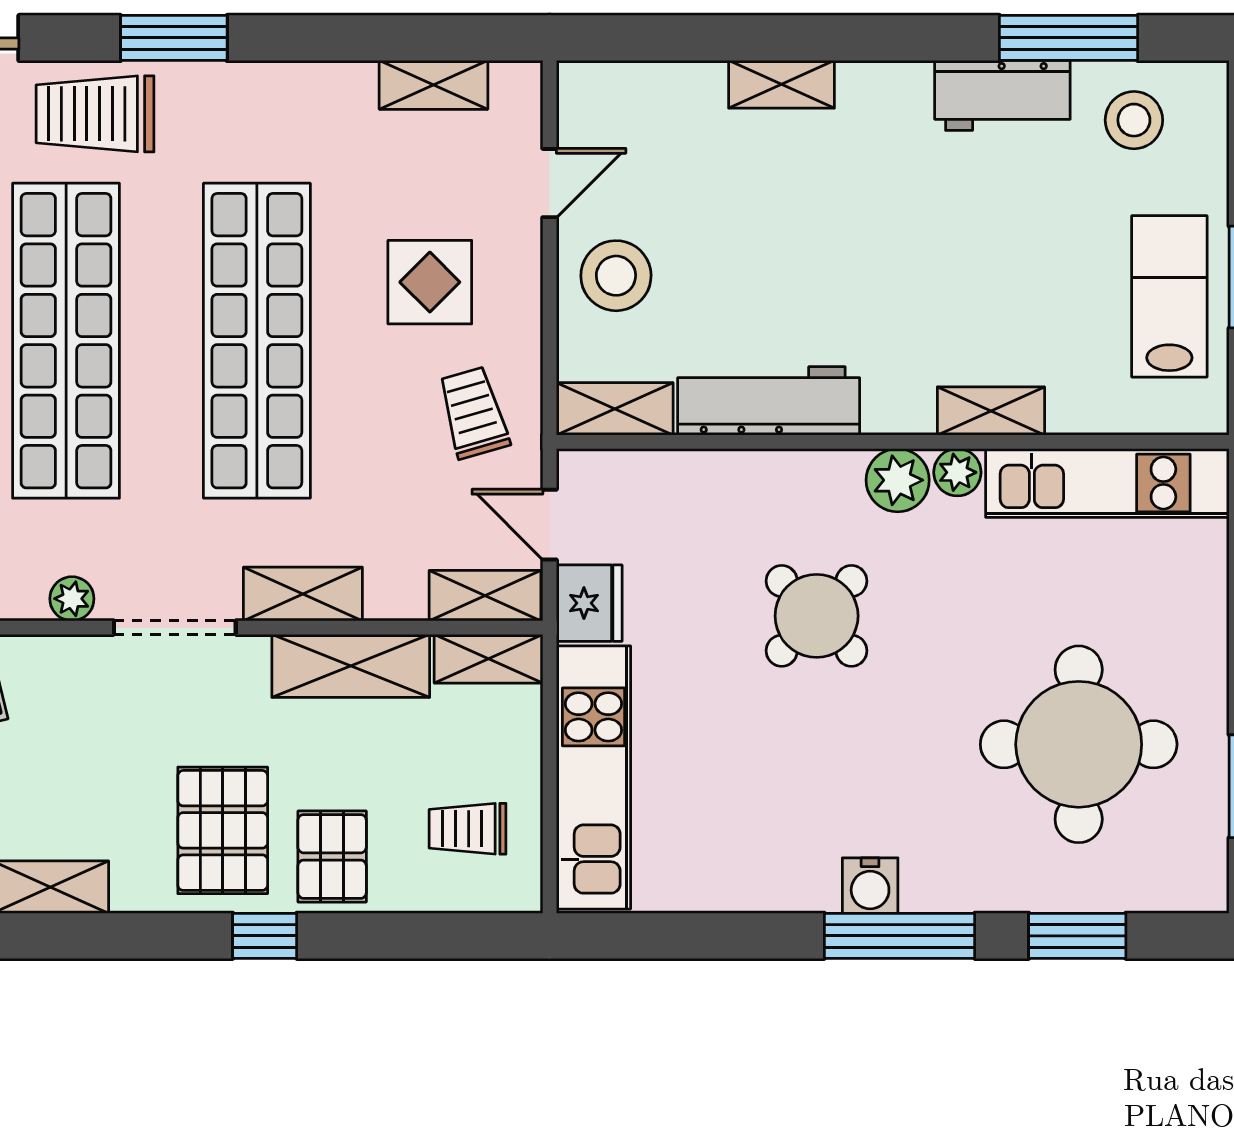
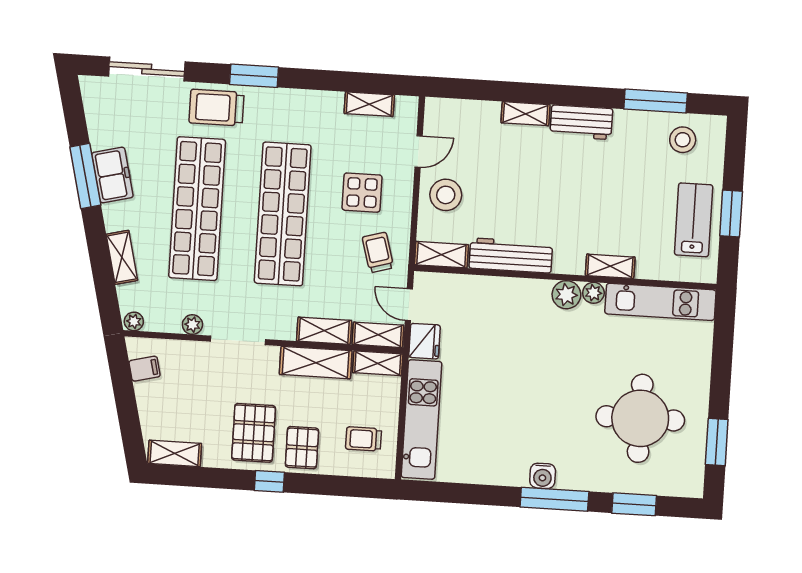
workbench: (1002, 95) -> (581, 122), moved
shelving: (303, 594) -> (324, 331), moved
round table: (817, 616) -> (526, 353), removed

